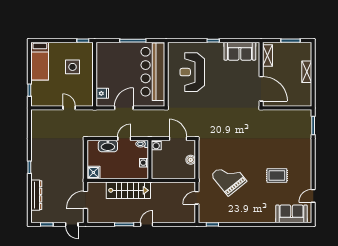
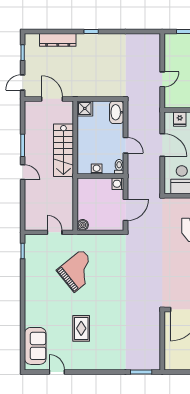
washbasin: (108, 146) -> (117, 112), moved
boiler: (191, 160) -> (83, 225), moved

